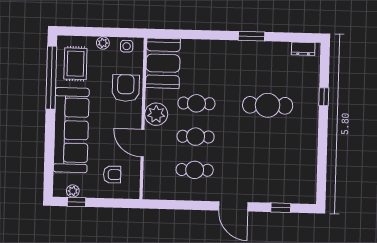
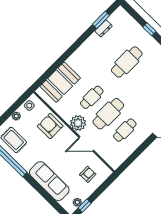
window: (251, 36) -> (101, 20), moved
dresser: (303, 49) -> (104, 28), moved
booth: (163, 63) -> (60, 82), moved, turned 90
sofa: (71, 130) -> (49, 181), width x0.74, depth x0.79
cafe table: (196, 137) -> (108, 114), width x1.37, depth x1.35

